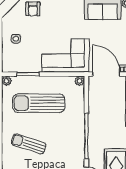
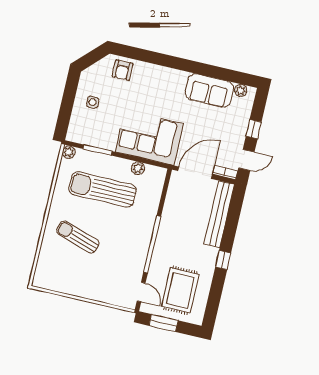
door: (106, 74) -> (195, 173), hinge flipped
plant: (80, 81) -> (138, 168), moved

